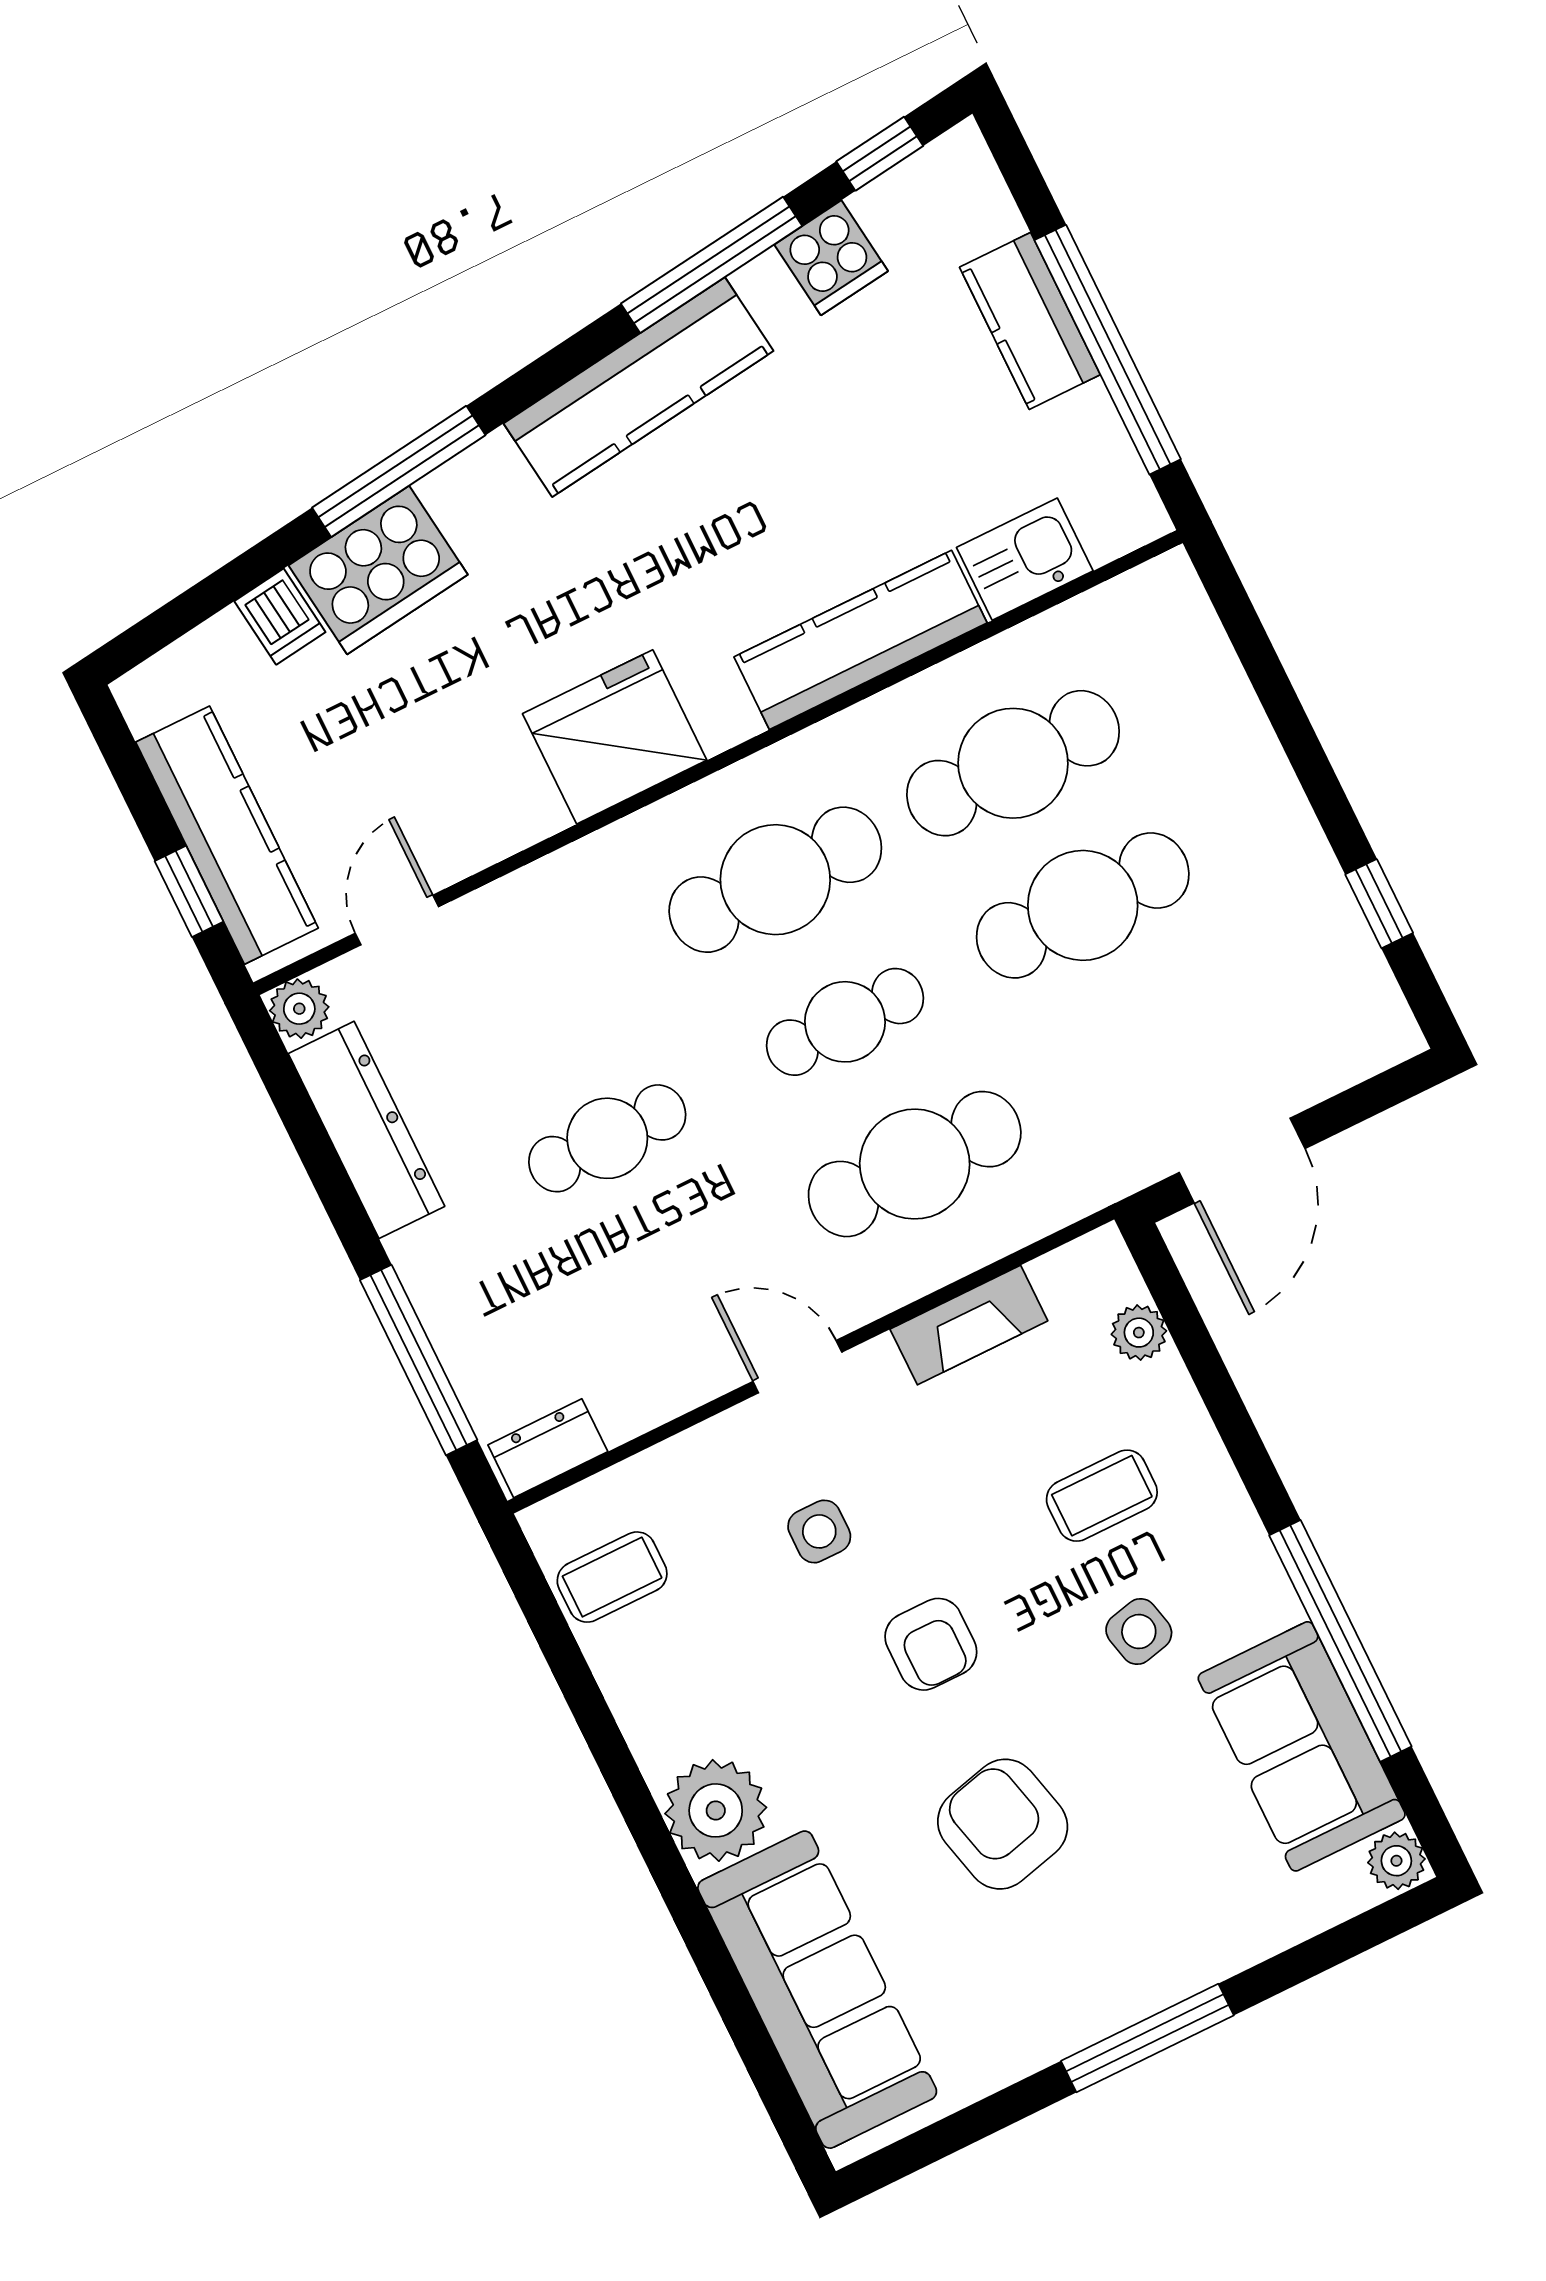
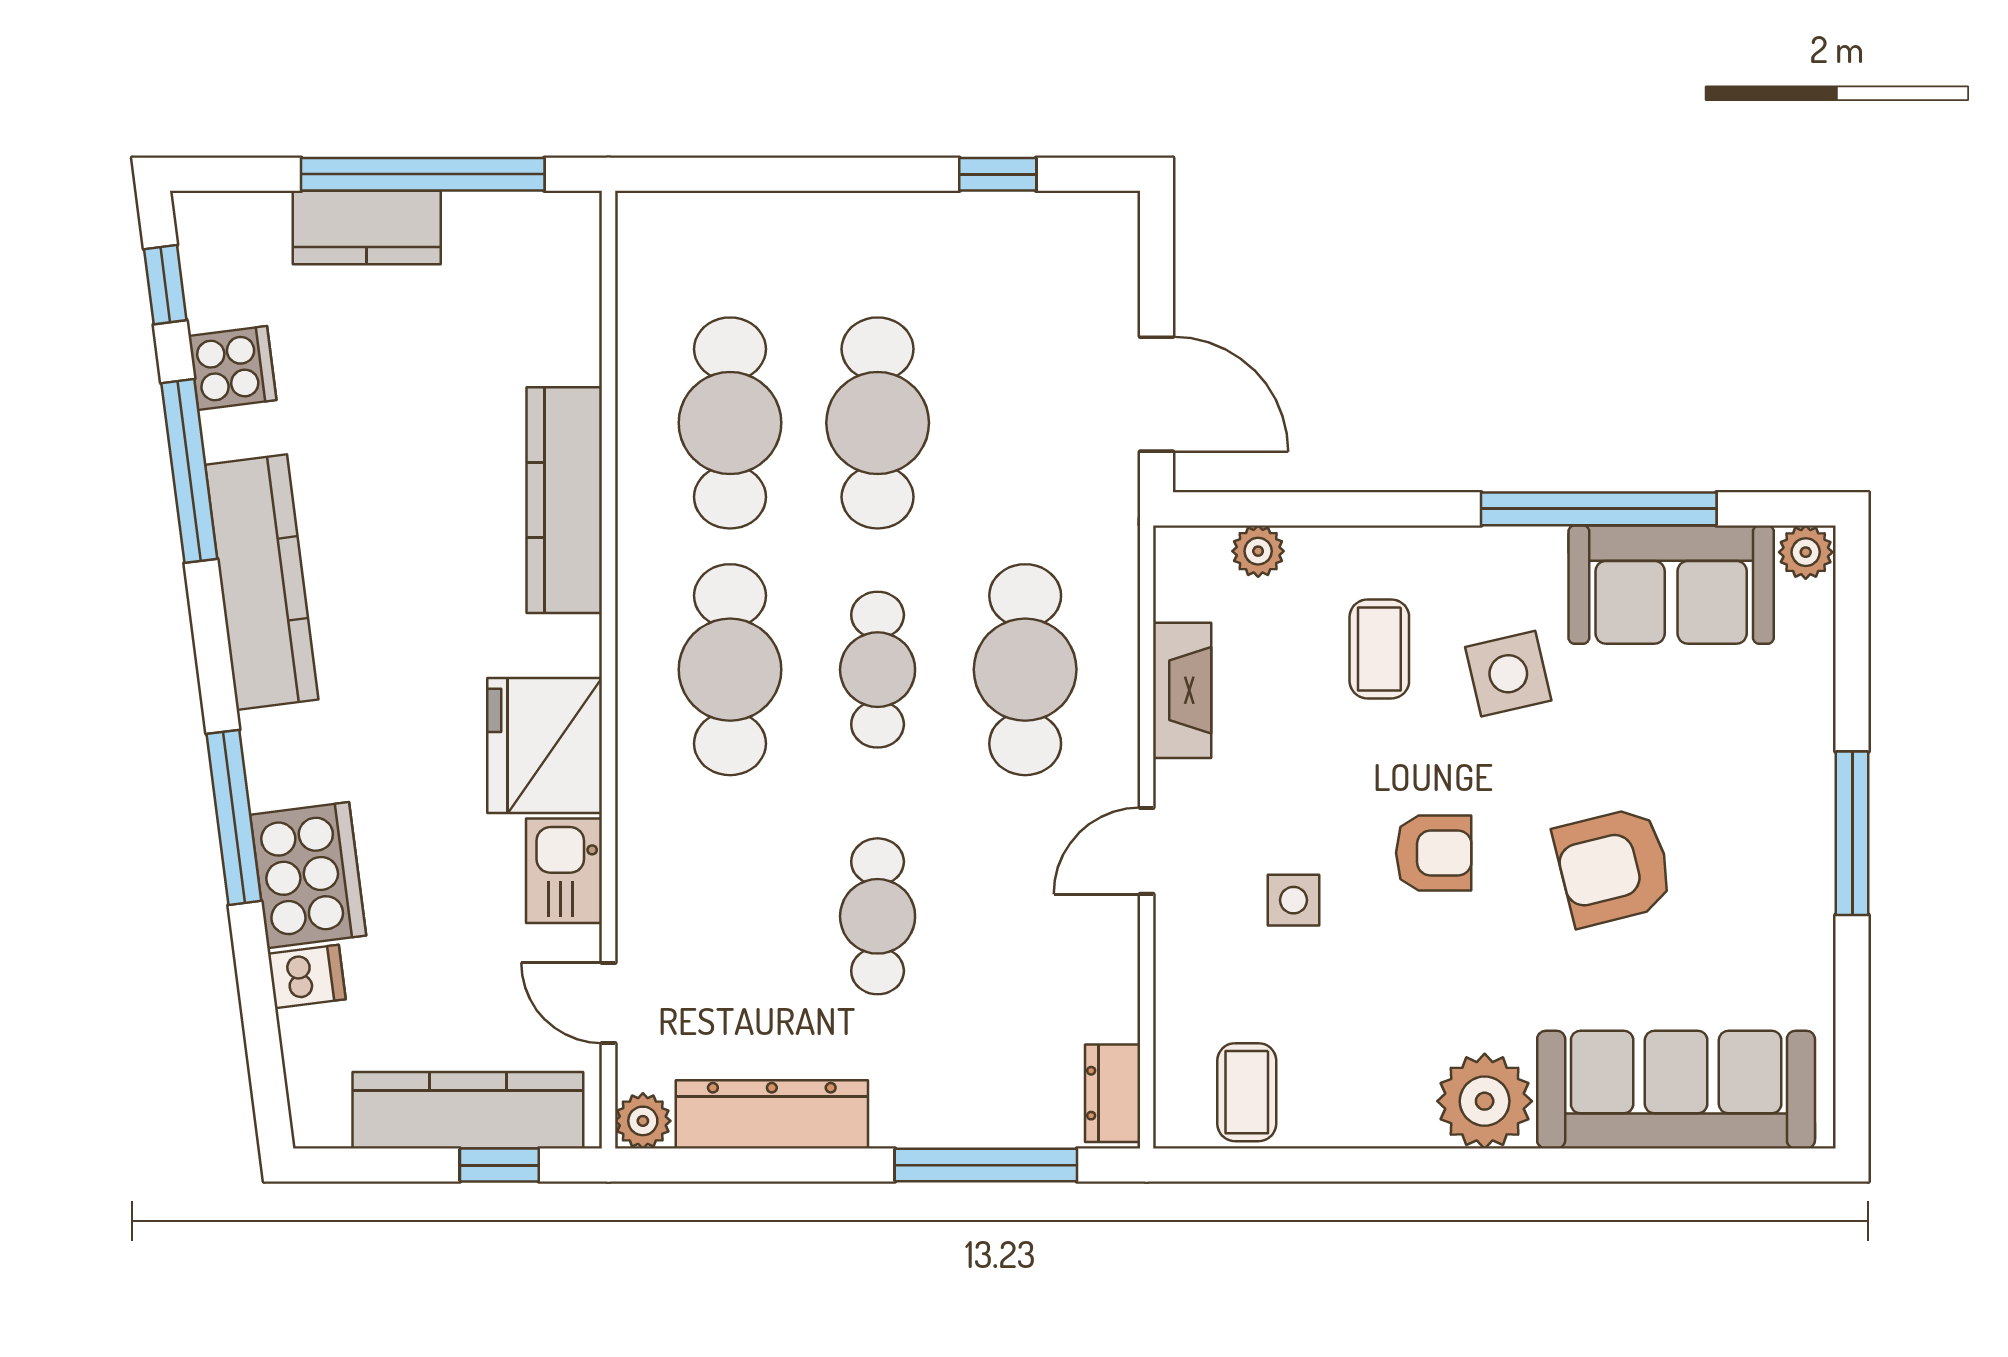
kitchen sink: (1025, 559) -> (564, 871), moved
side table: (1139, 1632) -> (1508, 674), width x1.37, depth x1.37

